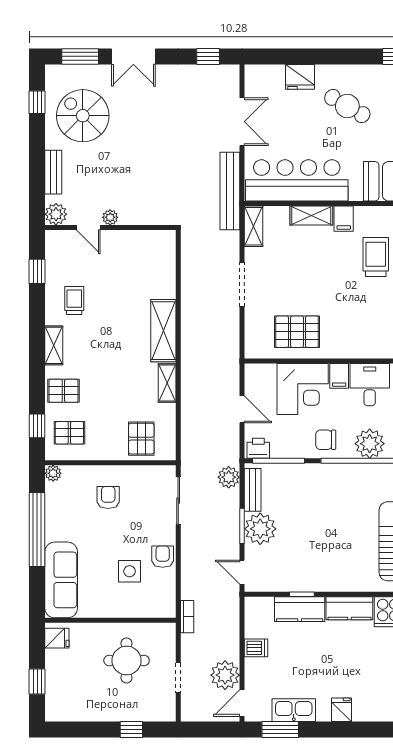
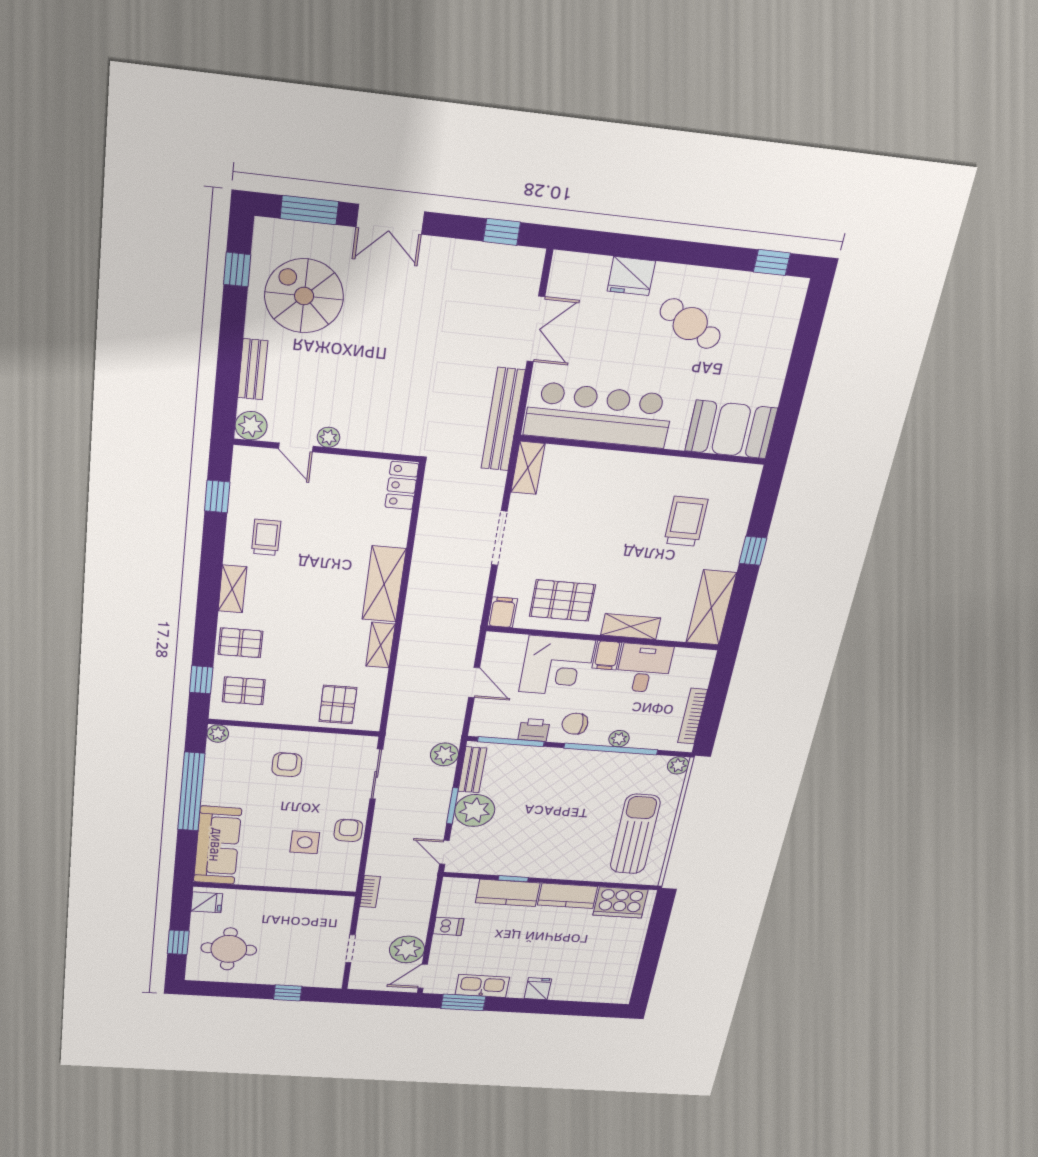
shelving: (311, 216) -> (631, 627), moved
filing cabinet: (344, 219) -> (502, 612), moved, turned 180
locker: (166, 249) -> (402, 485), added
plant: (370, 444) -> (619, 739), width x0.53, depth x0.53
printer: (258, 448) -> (534, 730), moved
round table: (127, 660) -> (229, 949), moved

